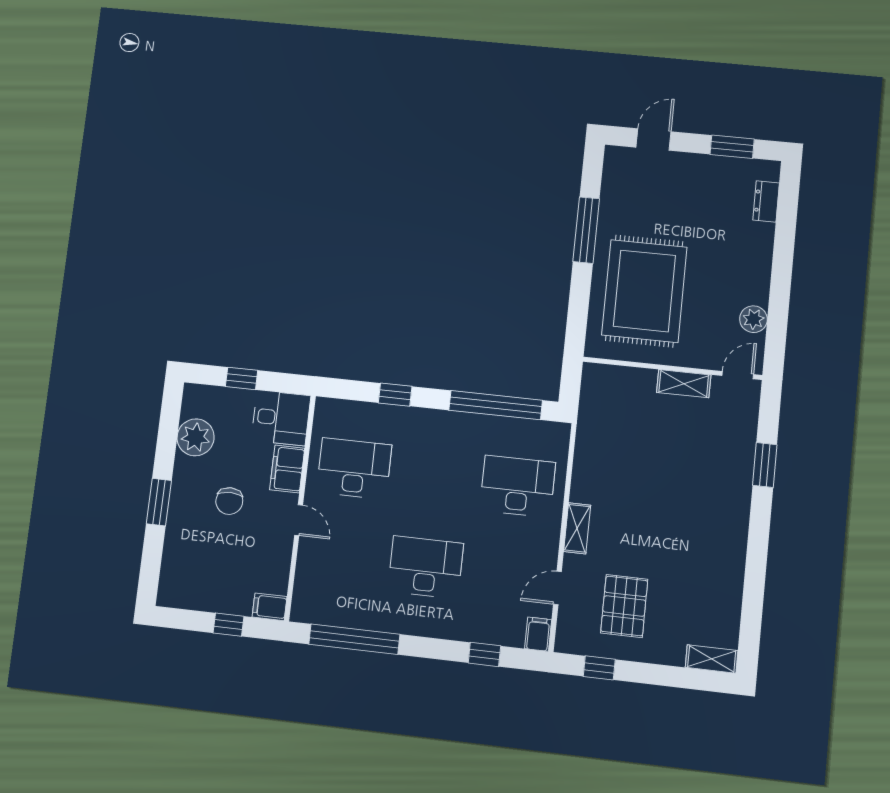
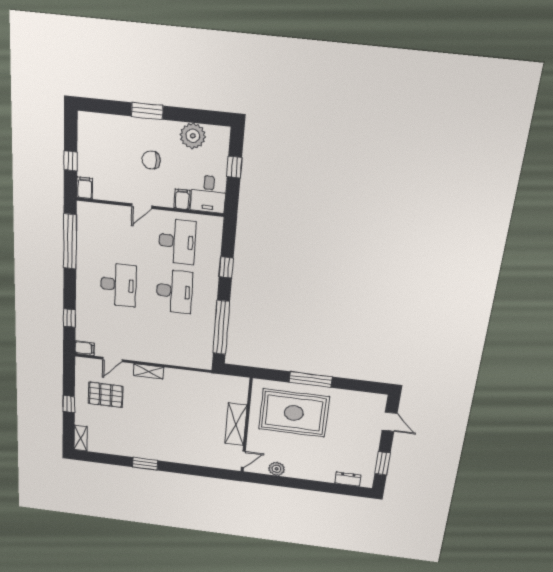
window: (586, 230) -> (311, 380), moved
door: (738, 375) -> (243, 459), hinge flipped
shelving: (684, 384) -> (236, 424), width x1.50, depth x1.33
window: (765, 465) -> (145, 464), moved
filing cabinet: (287, 469) -> (182, 199), width x0.50
desk: (518, 486) -> (174, 291), moved
door: (557, 588) -> (113, 359), swing flipped
window: (599, 668) -> (69, 404), moved

